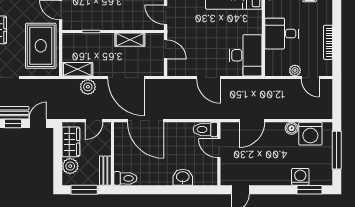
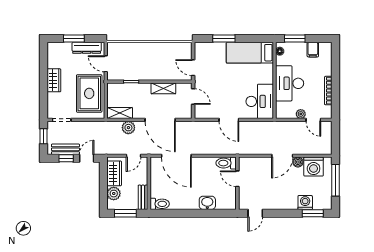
desk: (282, 34) -> (290, 83), width x1.37
door: (252, 121) -> (282, 156), moved

